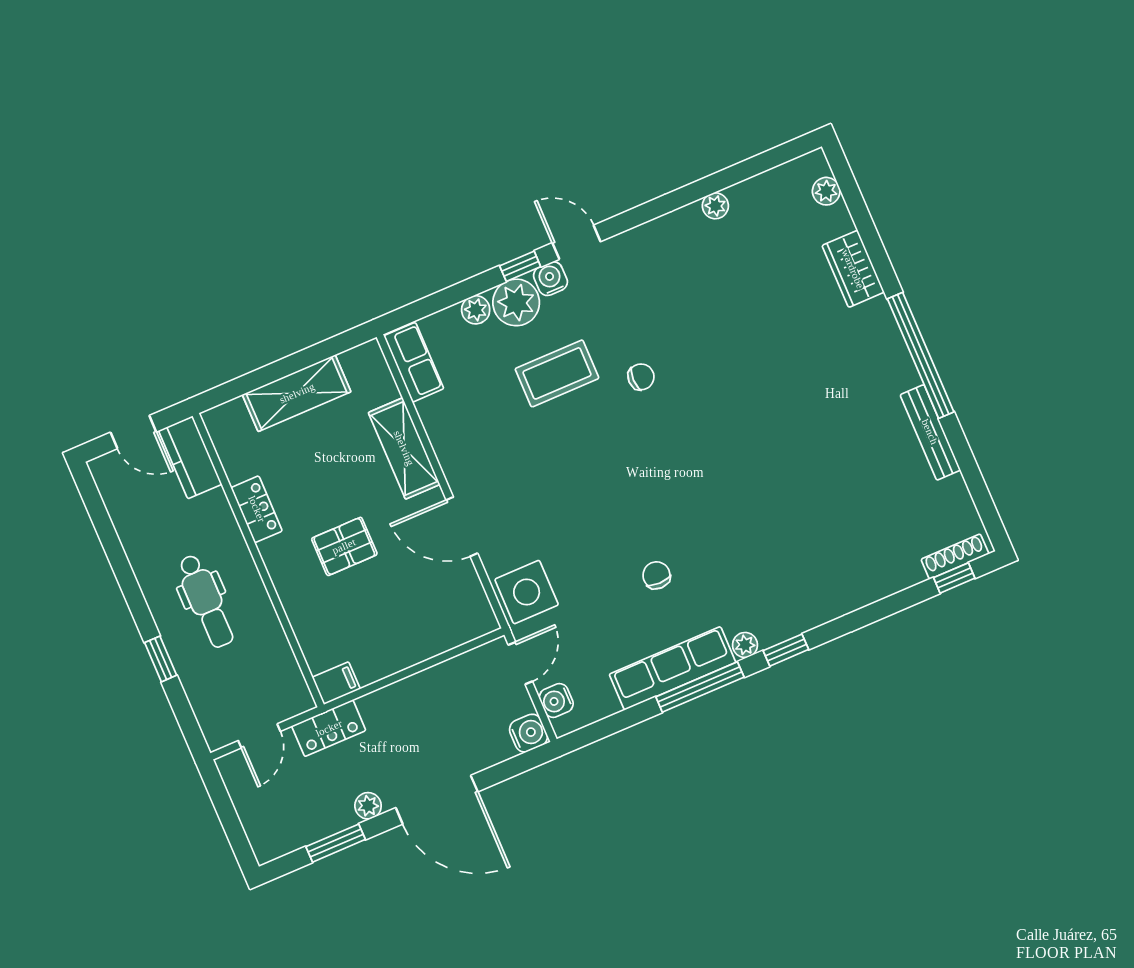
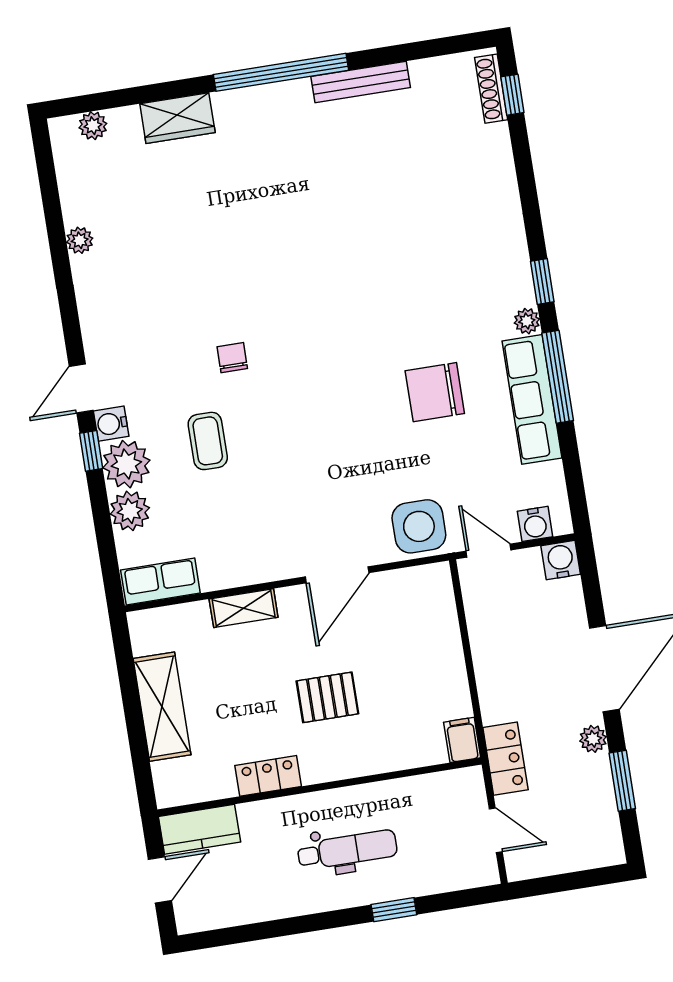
plant: (476, 310) -> (130, 511), width x1.38, depth x1.38
coffee table: (557, 373) -> (208, 441), width x0.73, depth x0.77
shelving: (404, 448) -> (244, 608), width x0.67, depth x0.75
pallet: (344, 546) -> (327, 697), turned 90
chair: (656, 575) -> (435, 392), width x1.87, depth x1.87

